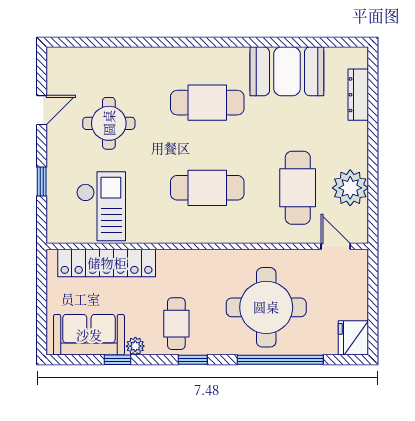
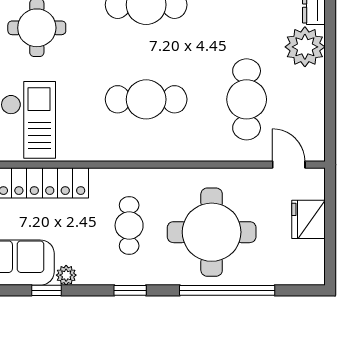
plant: (350, 188) -> (305, 47), moved
cafe table: (176, 324) -> (129, 225), moved
fridge: (353, 338) -> (308, 219), moved

